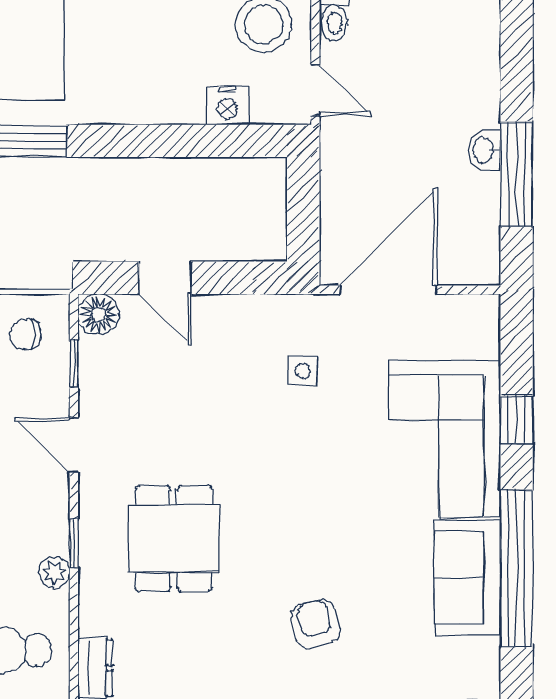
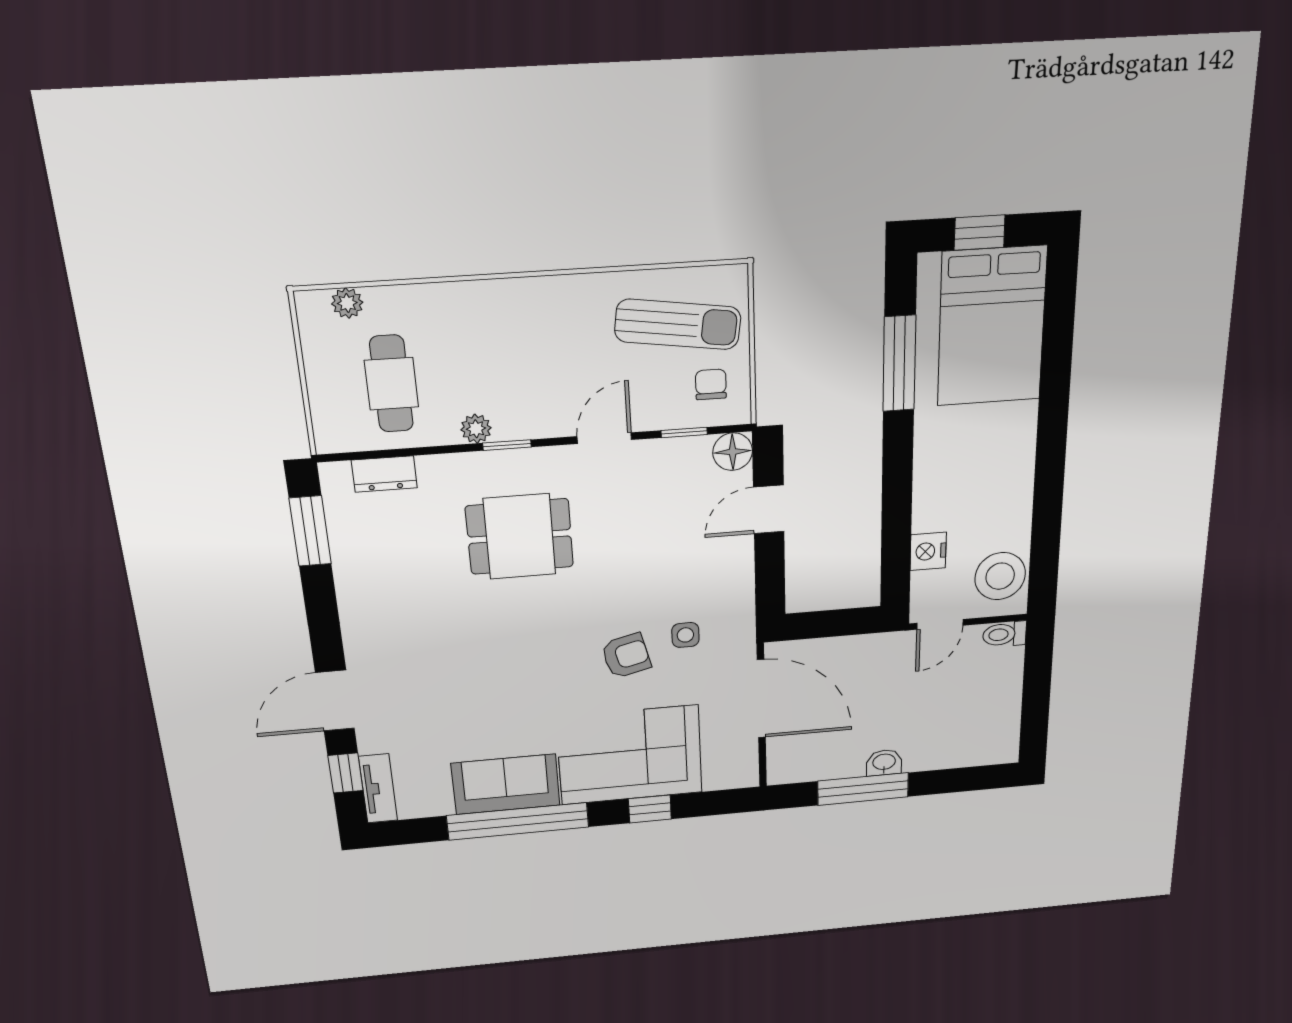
armchair: (315, 624) -> (626, 656), moved

